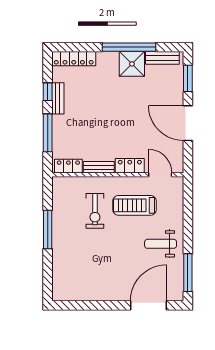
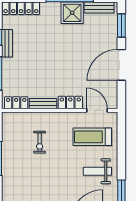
door: (188, 123) -> (121, 65), hinge flipped
treadmill: (135, 205) -> (92, 137), moved
exercise bike: (95, 211) -> (40, 142), width x0.73, depth x0.72

